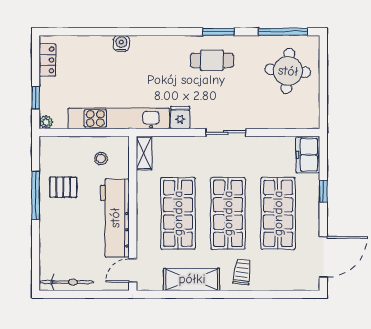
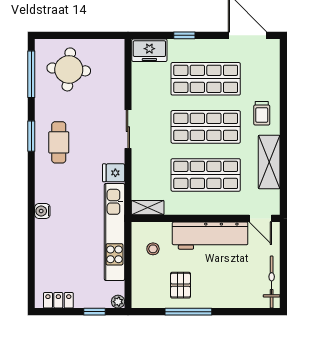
water cooler: (121, 43) -> (42, 211), moved
trolley: (242, 272) -> (262, 113), turned -97

